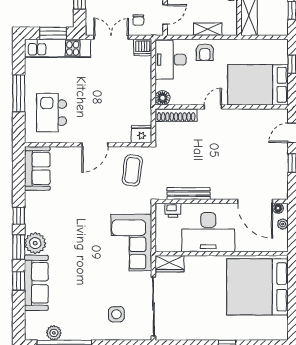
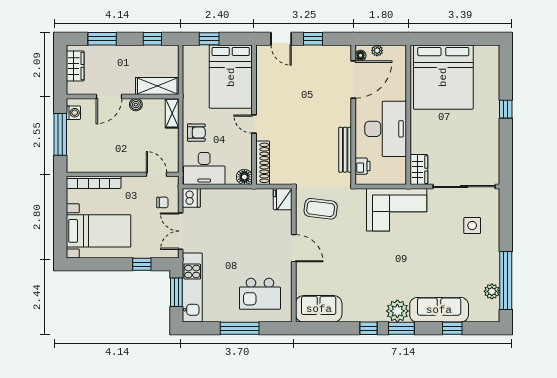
shelving: (208, 29) -> (172, 113), moved
window: (19, 281) -> (452, 328), moved

